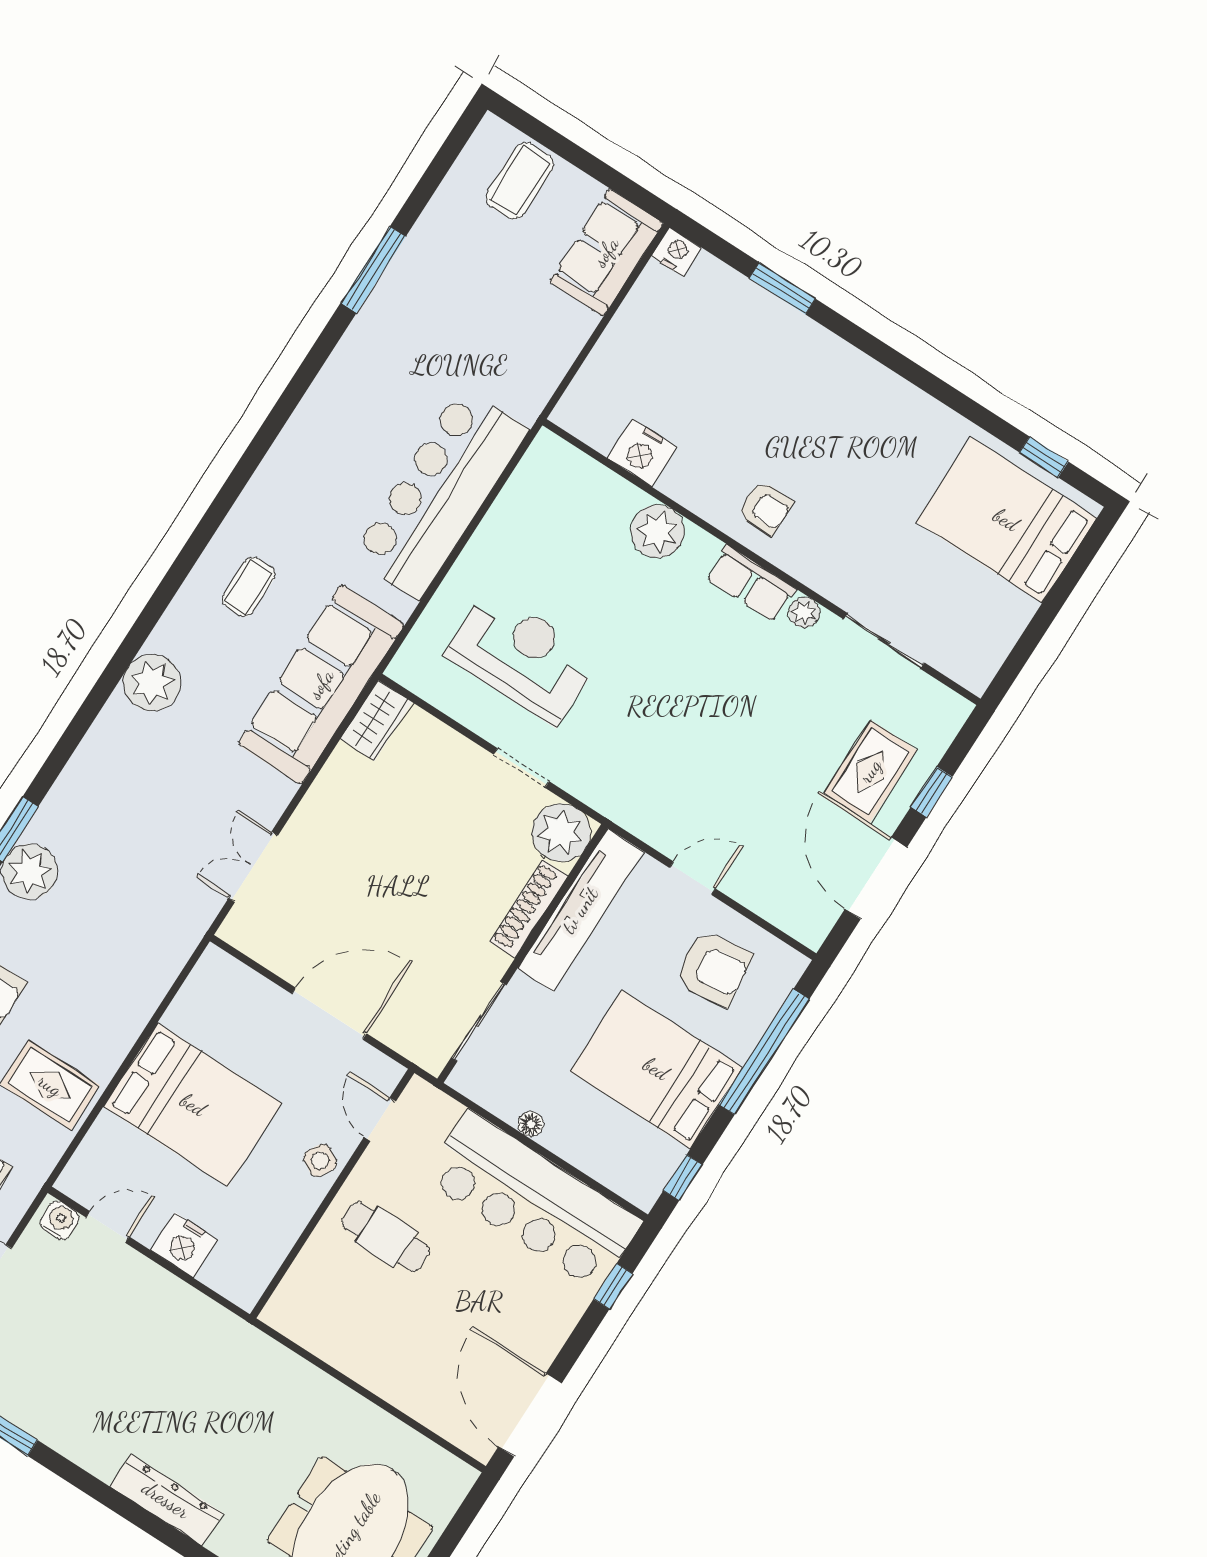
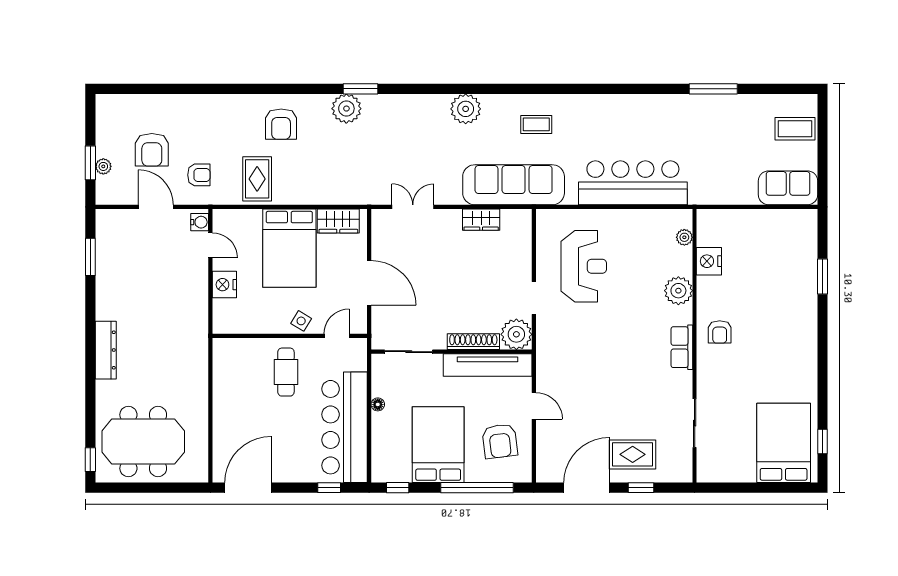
nightstand: (676, 252) -> (808, 219), removed
plant: (804, 612) -> (684, 237), moved
wardrobe: (376, 721) -> (481, 220), moved
wardrobe: (200, 999) -> (338, 221), added

